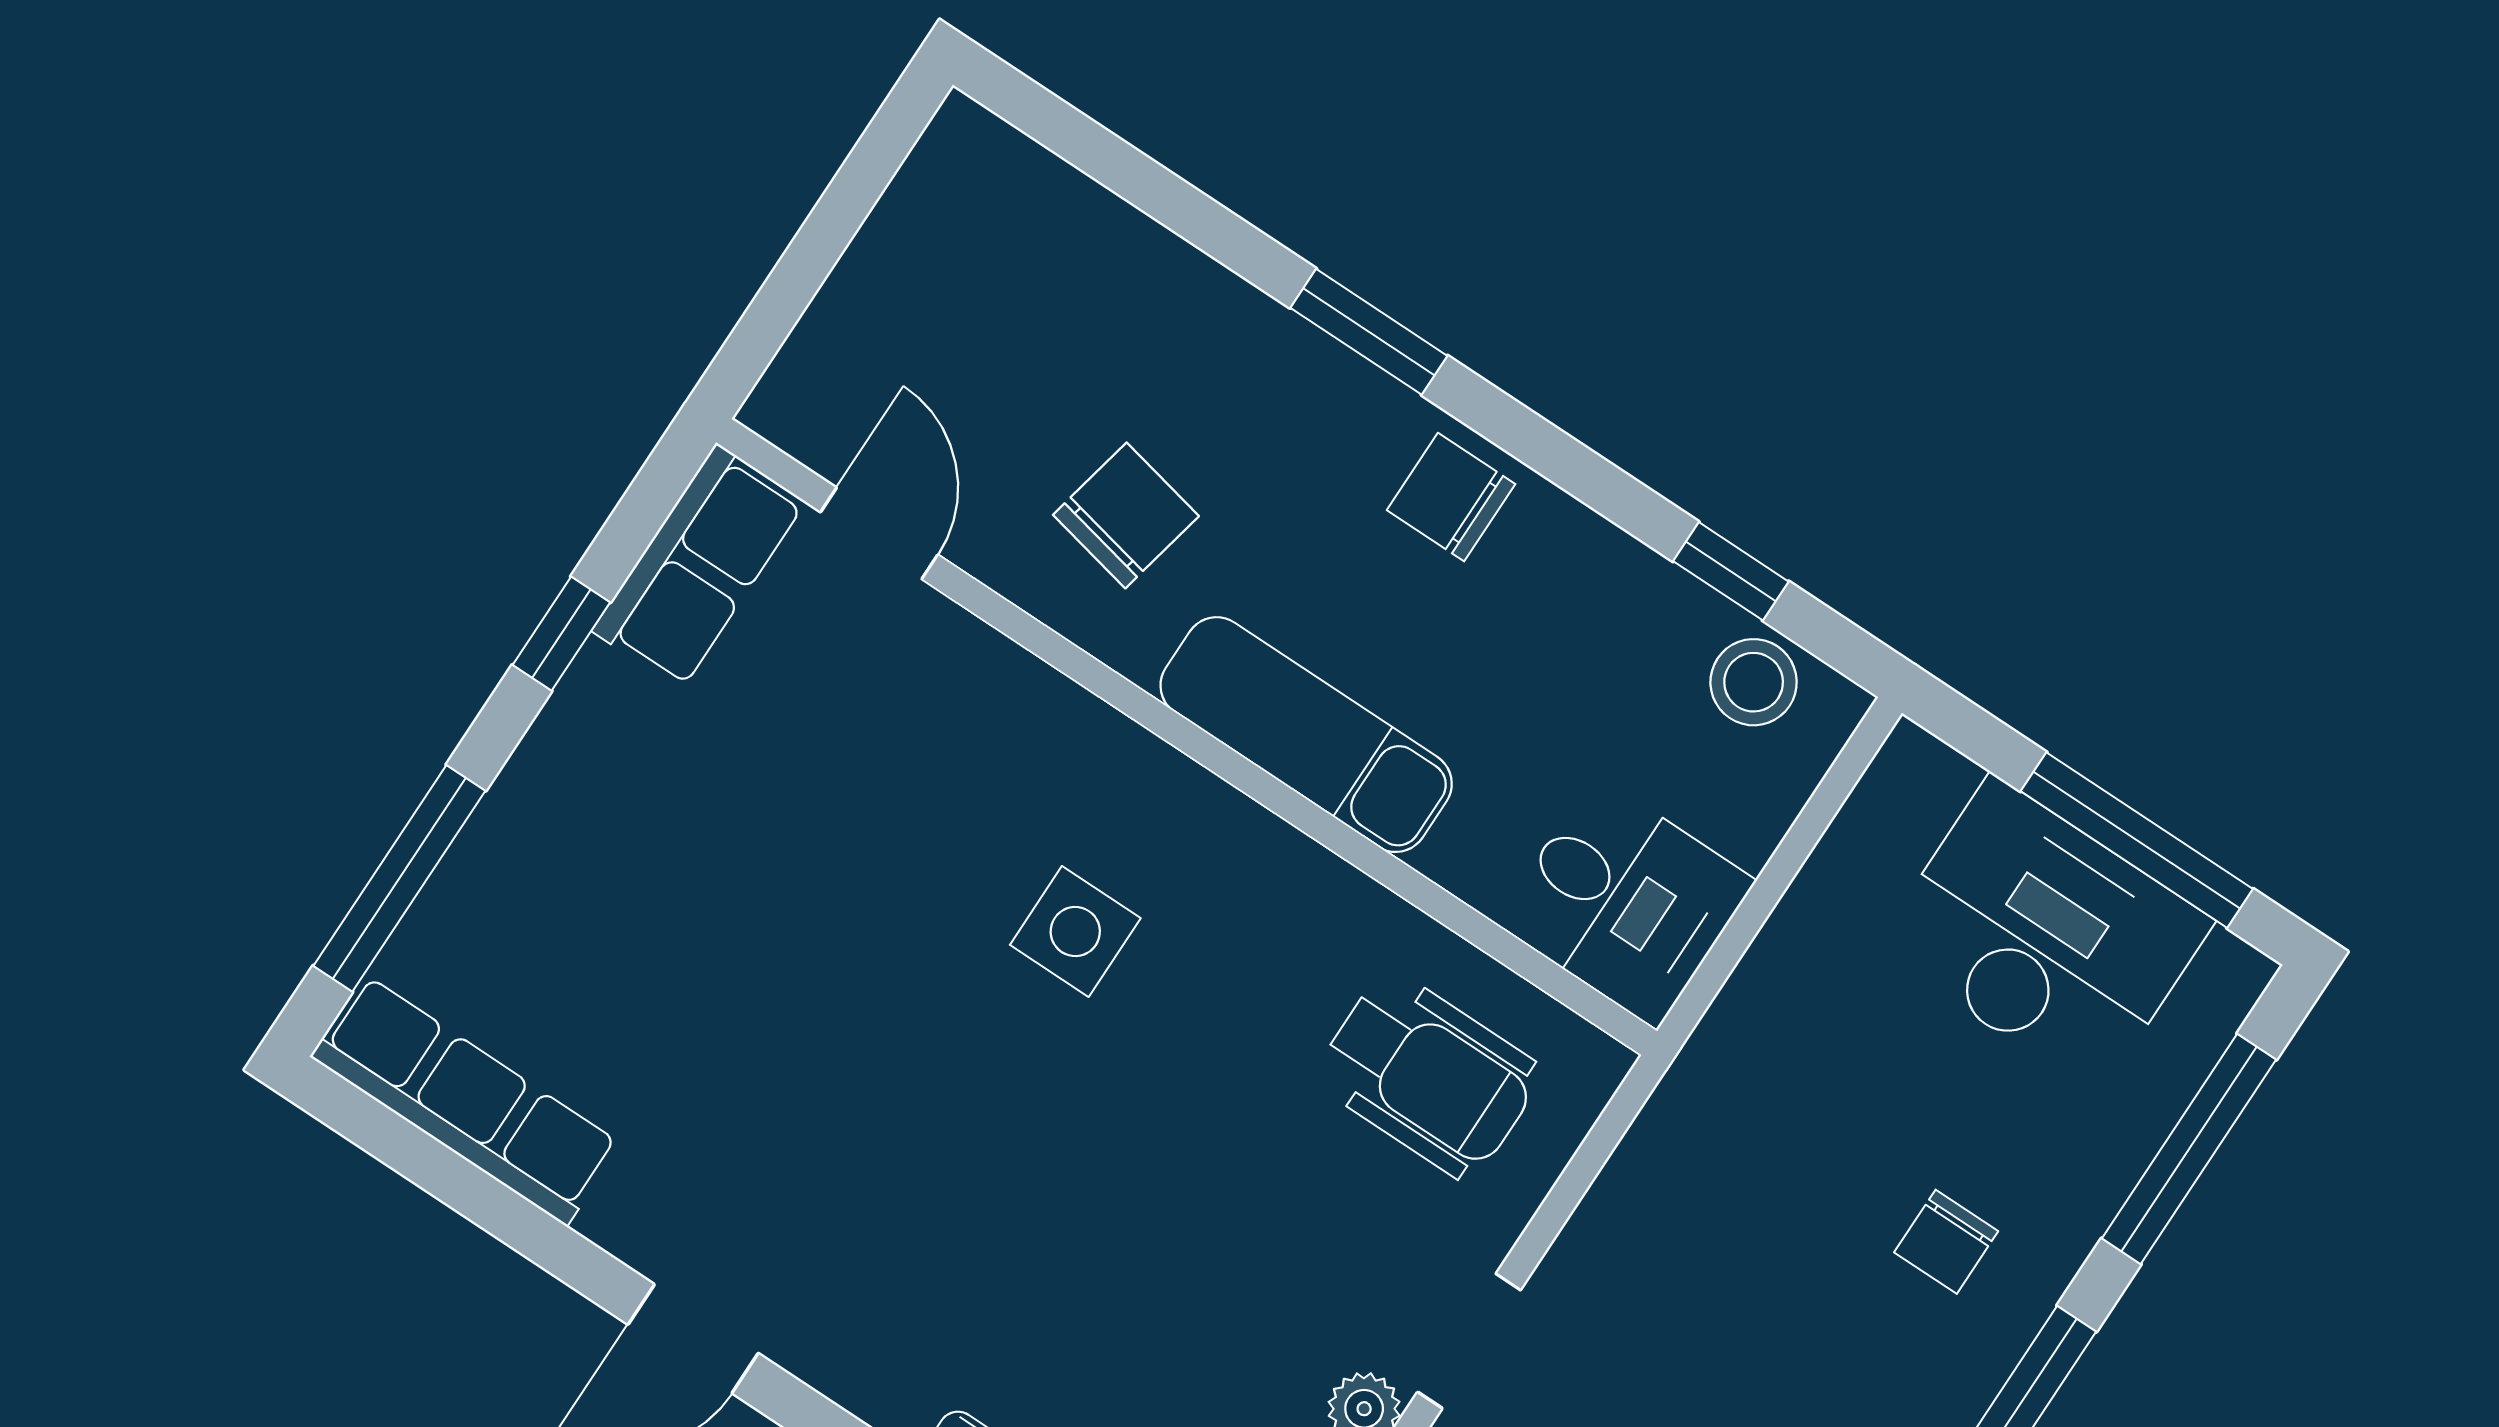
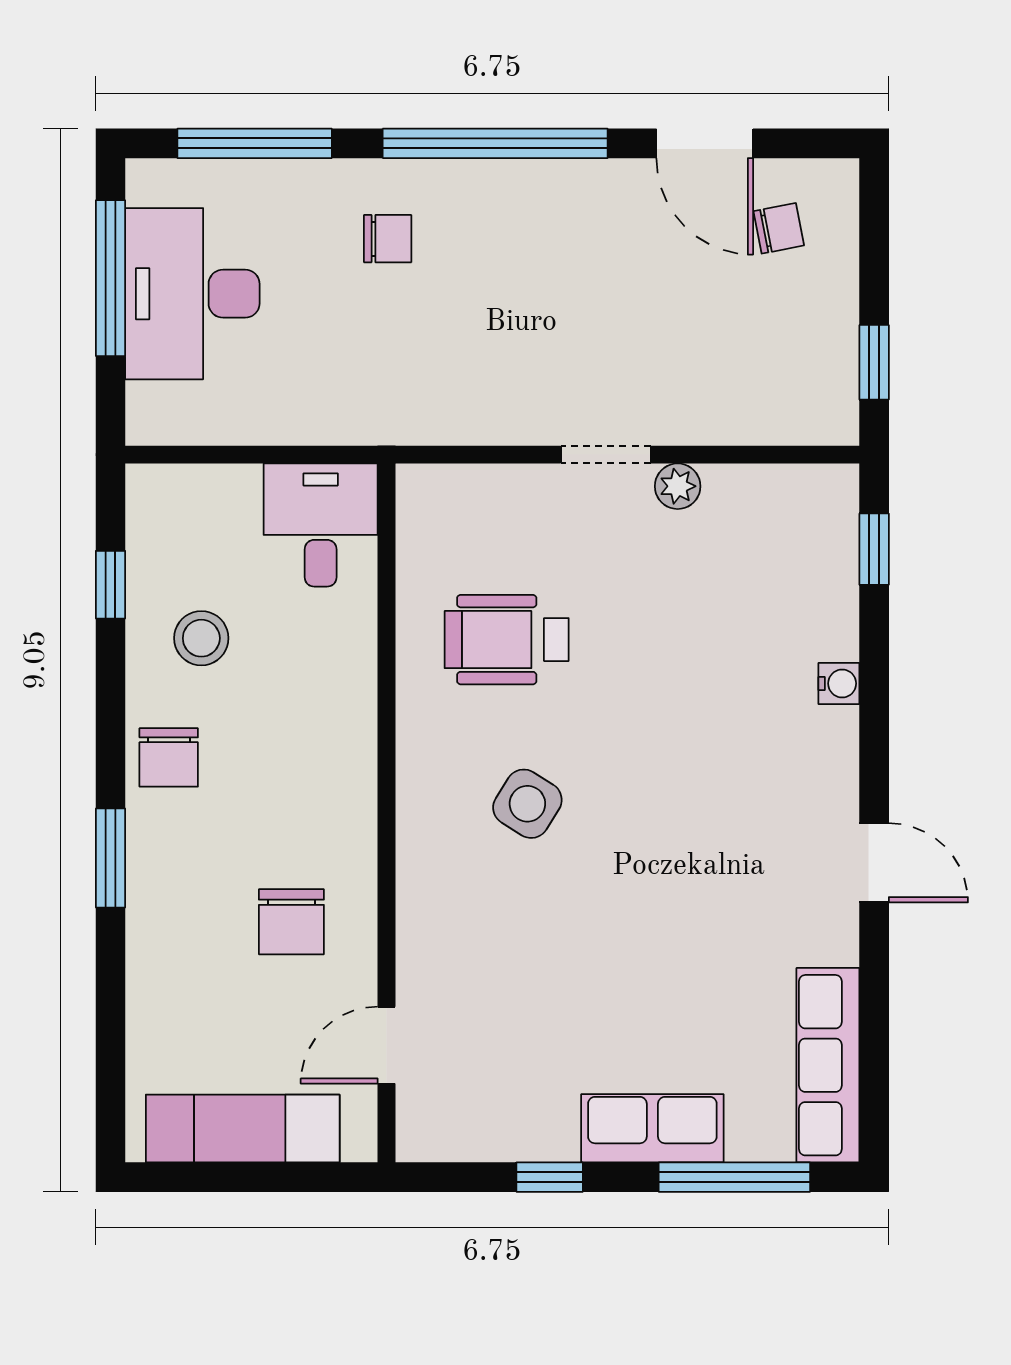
chair: (1126, 515) -> (291, 922), turned -102
row of seats: (699, 567) -> (652, 1128), moved
stool: (1754, 682) -> (201, 638), moved
exam couch: (1306, 735) -> (243, 1128), moved, turned 90
side table: (1075, 932) -> (527, 804), turned 32
wheelchair: (1428, 1075) -> (507, 640), moved, turned -90

